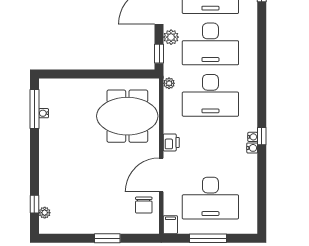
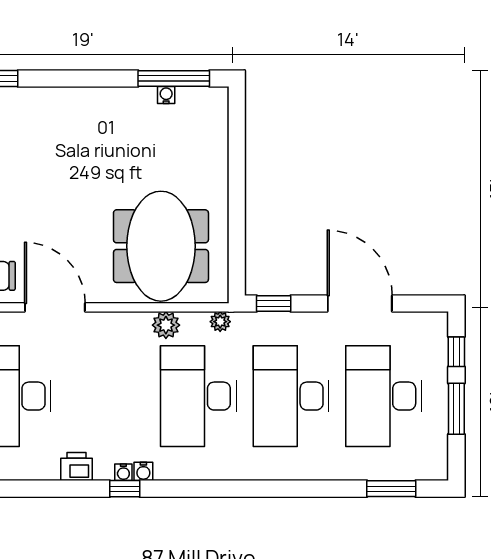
plant: (171, 37) -> (166, 325), moved
printer: (171, 142) -> (76, 467), moved, turned 180
water cooler: (252, 148) -> (143, 471), moved

